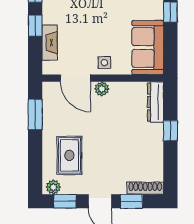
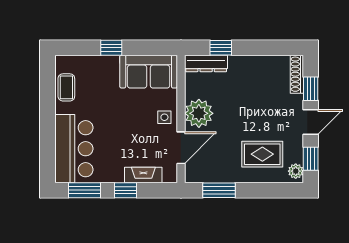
plant: (102, 89) -> (199, 113), width x1.88, depth x1.88
window: (170, 131) -> (221, 48), moved

